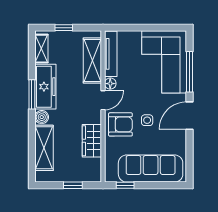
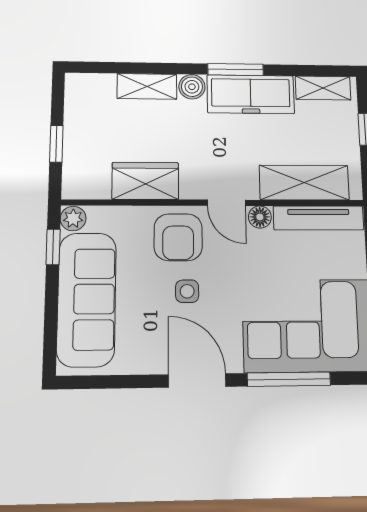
shelving: (44, 148) -> (147, 86), width x0.67, depth x0.75
plant: (111, 176) -> (73, 218), added

